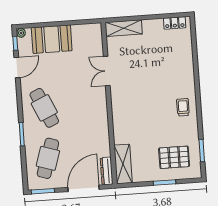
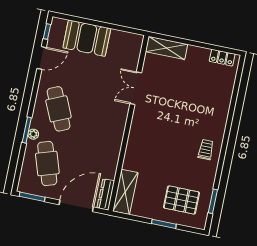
plant: (21, 33) -> (33, 134), moved
cafe table: (48, 158) -> (47, 163), turned -36

